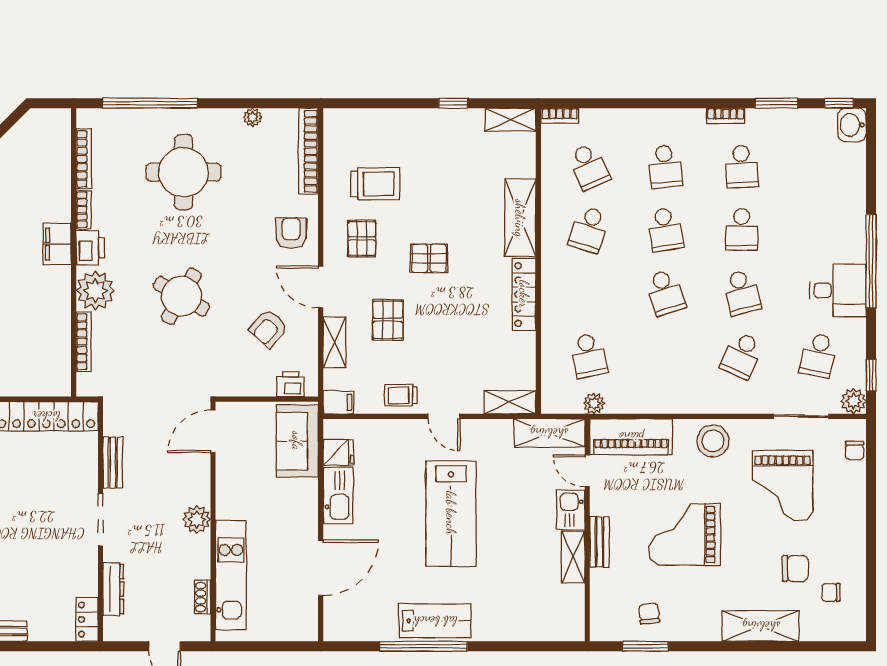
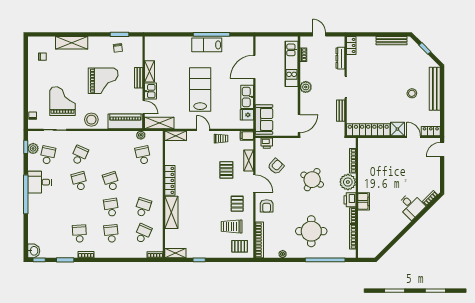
school desk: (589, 167) -> (143, 234), turned 48
school desk: (742, 229) -> (79, 207), removed
pallet: (429, 258) -> (240, 246), moved
plant: (853, 401) -> (33, 148), moved
chair: (795, 569) -> (57, 67), removed

